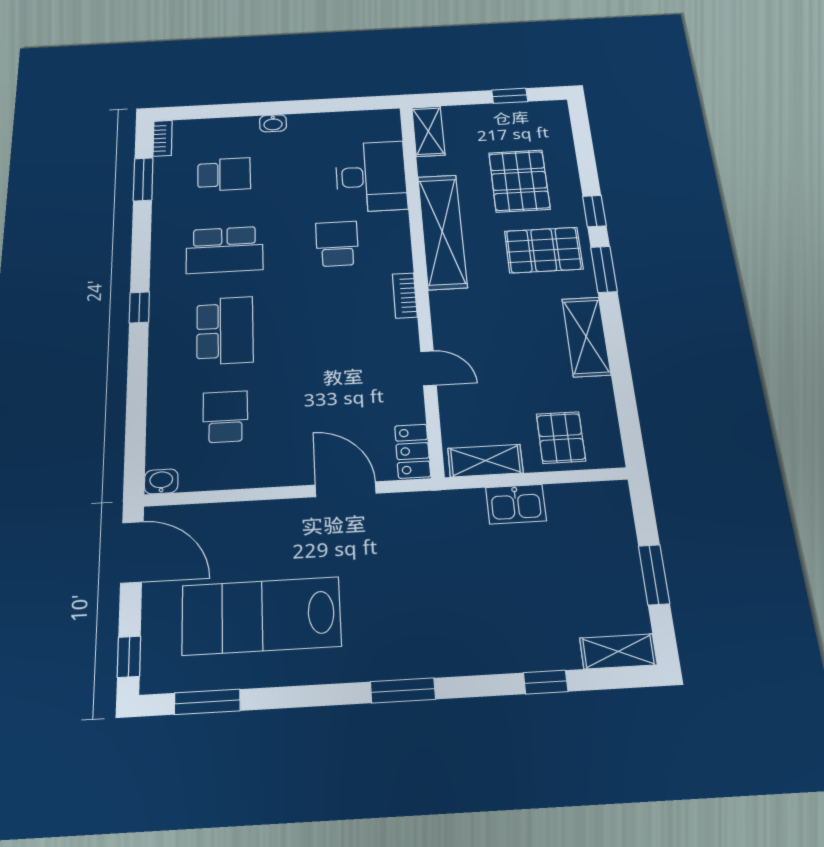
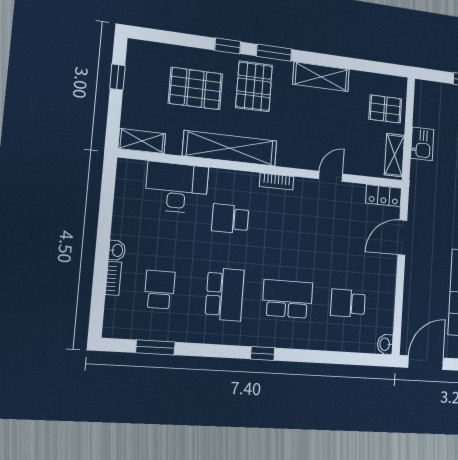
bookcase: (163, 138) -> (113, 278), moved, turned 90

